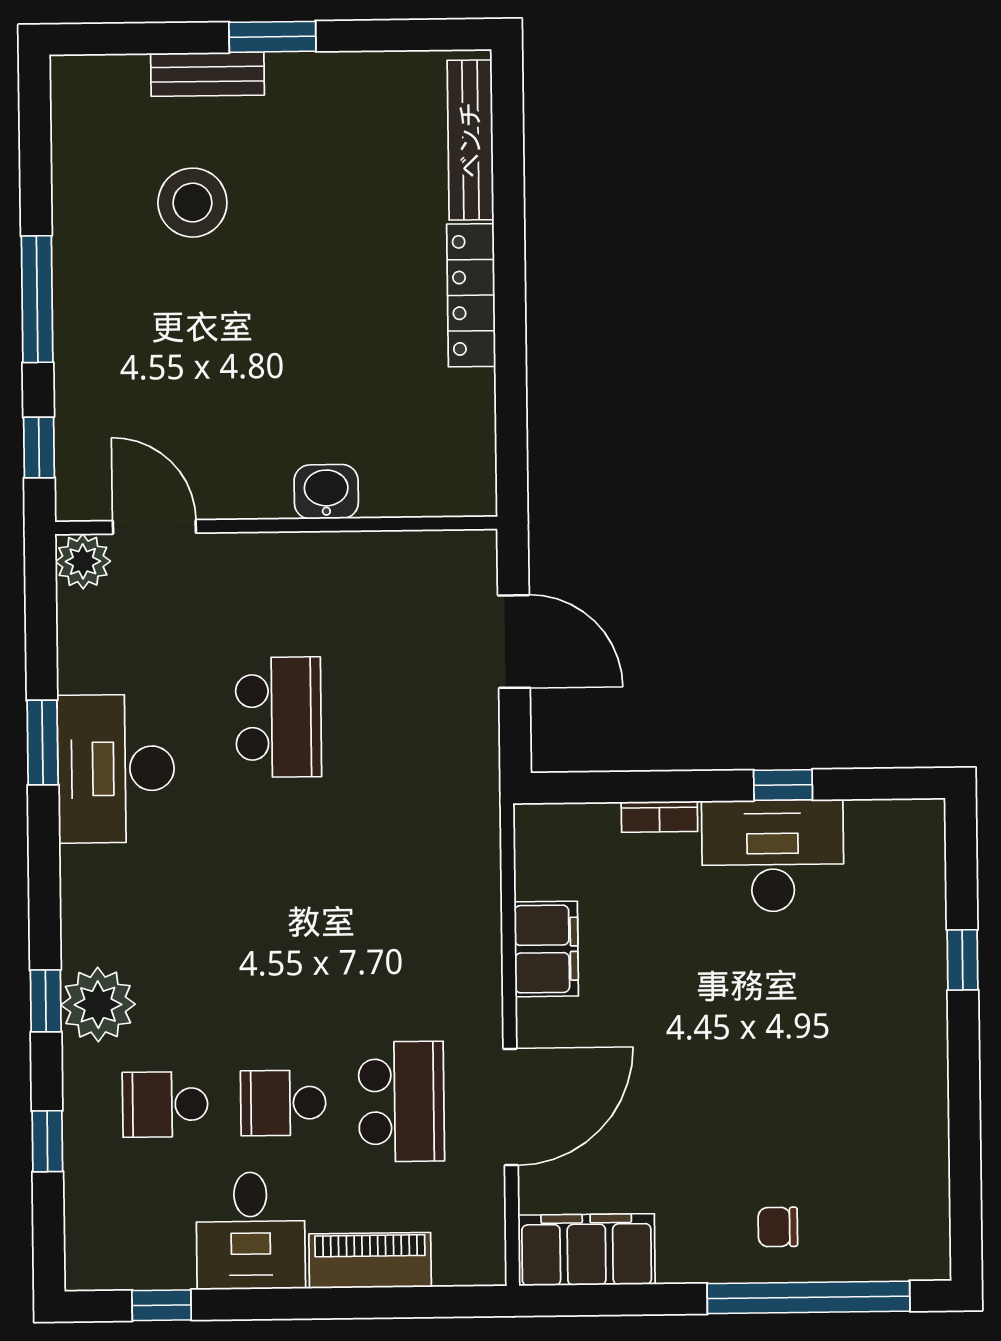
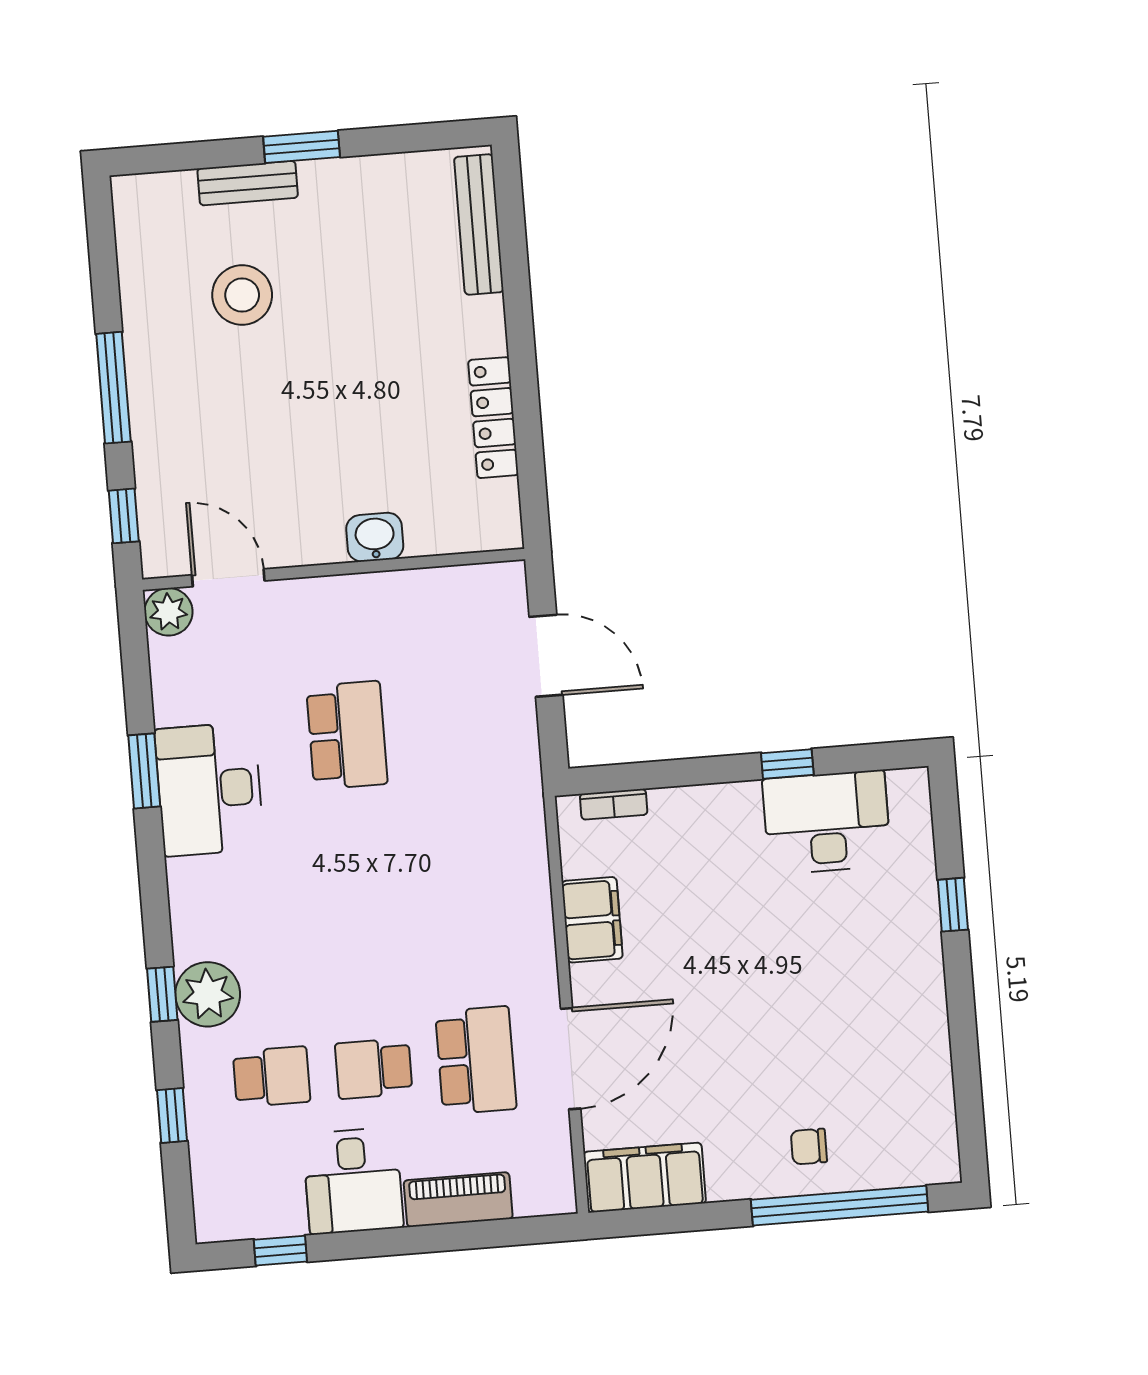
locker: (471, 295) -> (493, 418), moved
bookcase: (659, 817) -> (614, 804), moved
desk: (773, 856) -> (827, 822), moved
school desk: (165, 1104) -> (272, 1077), turned 180

